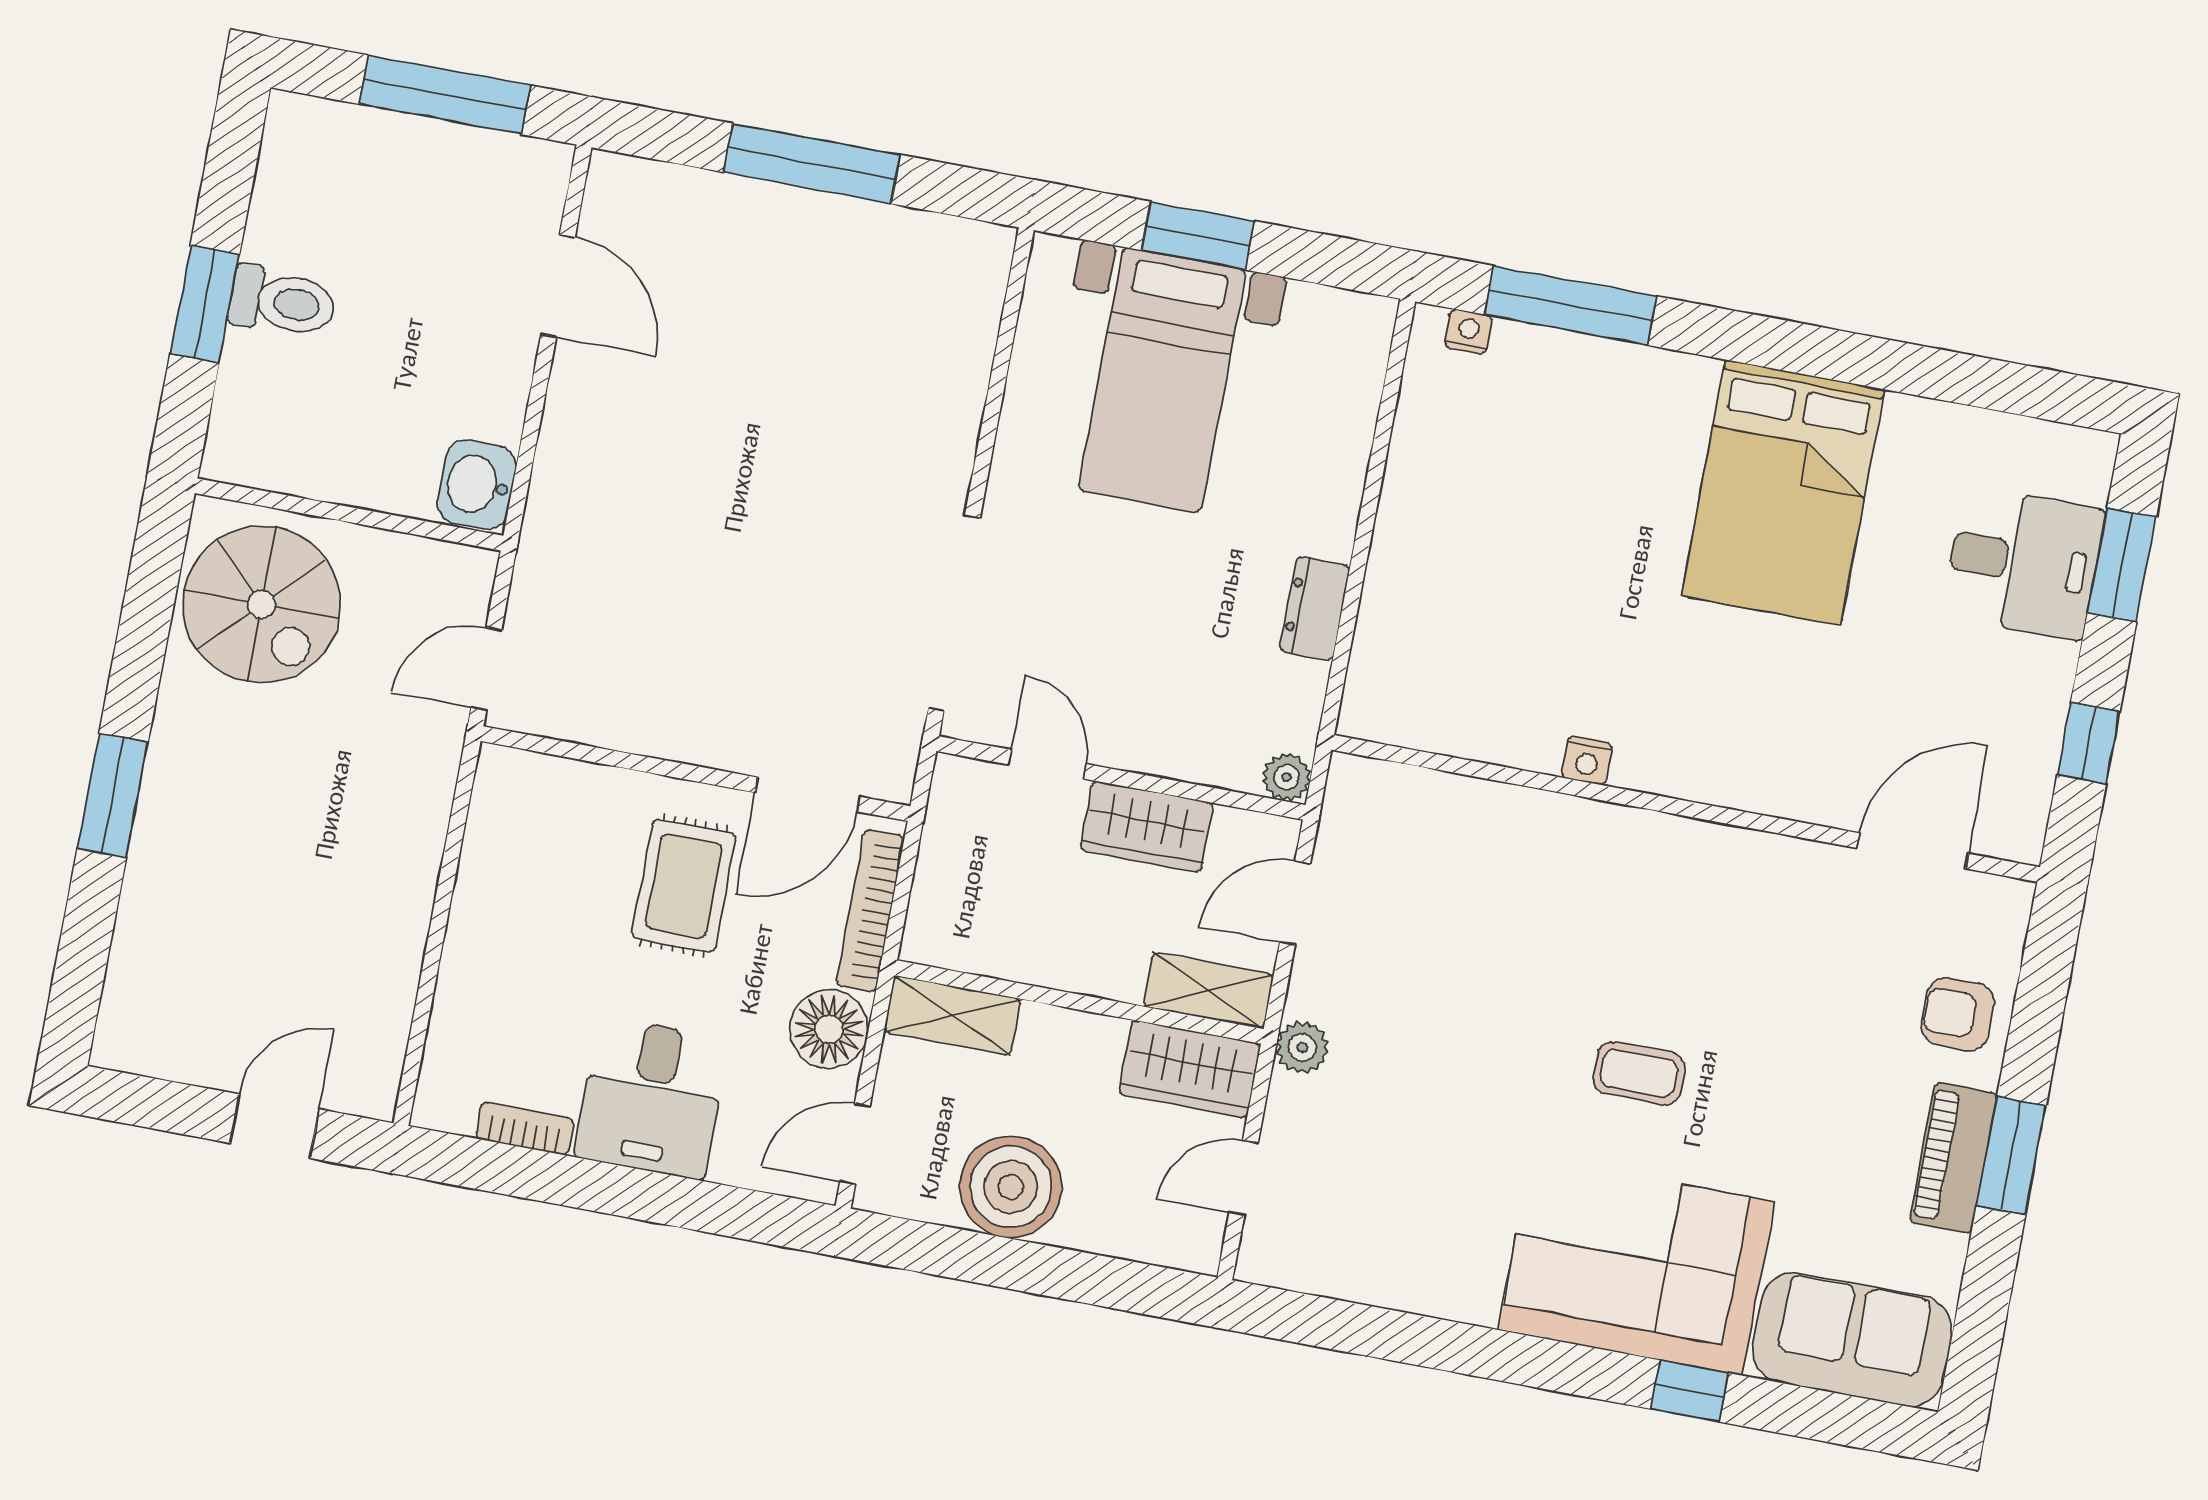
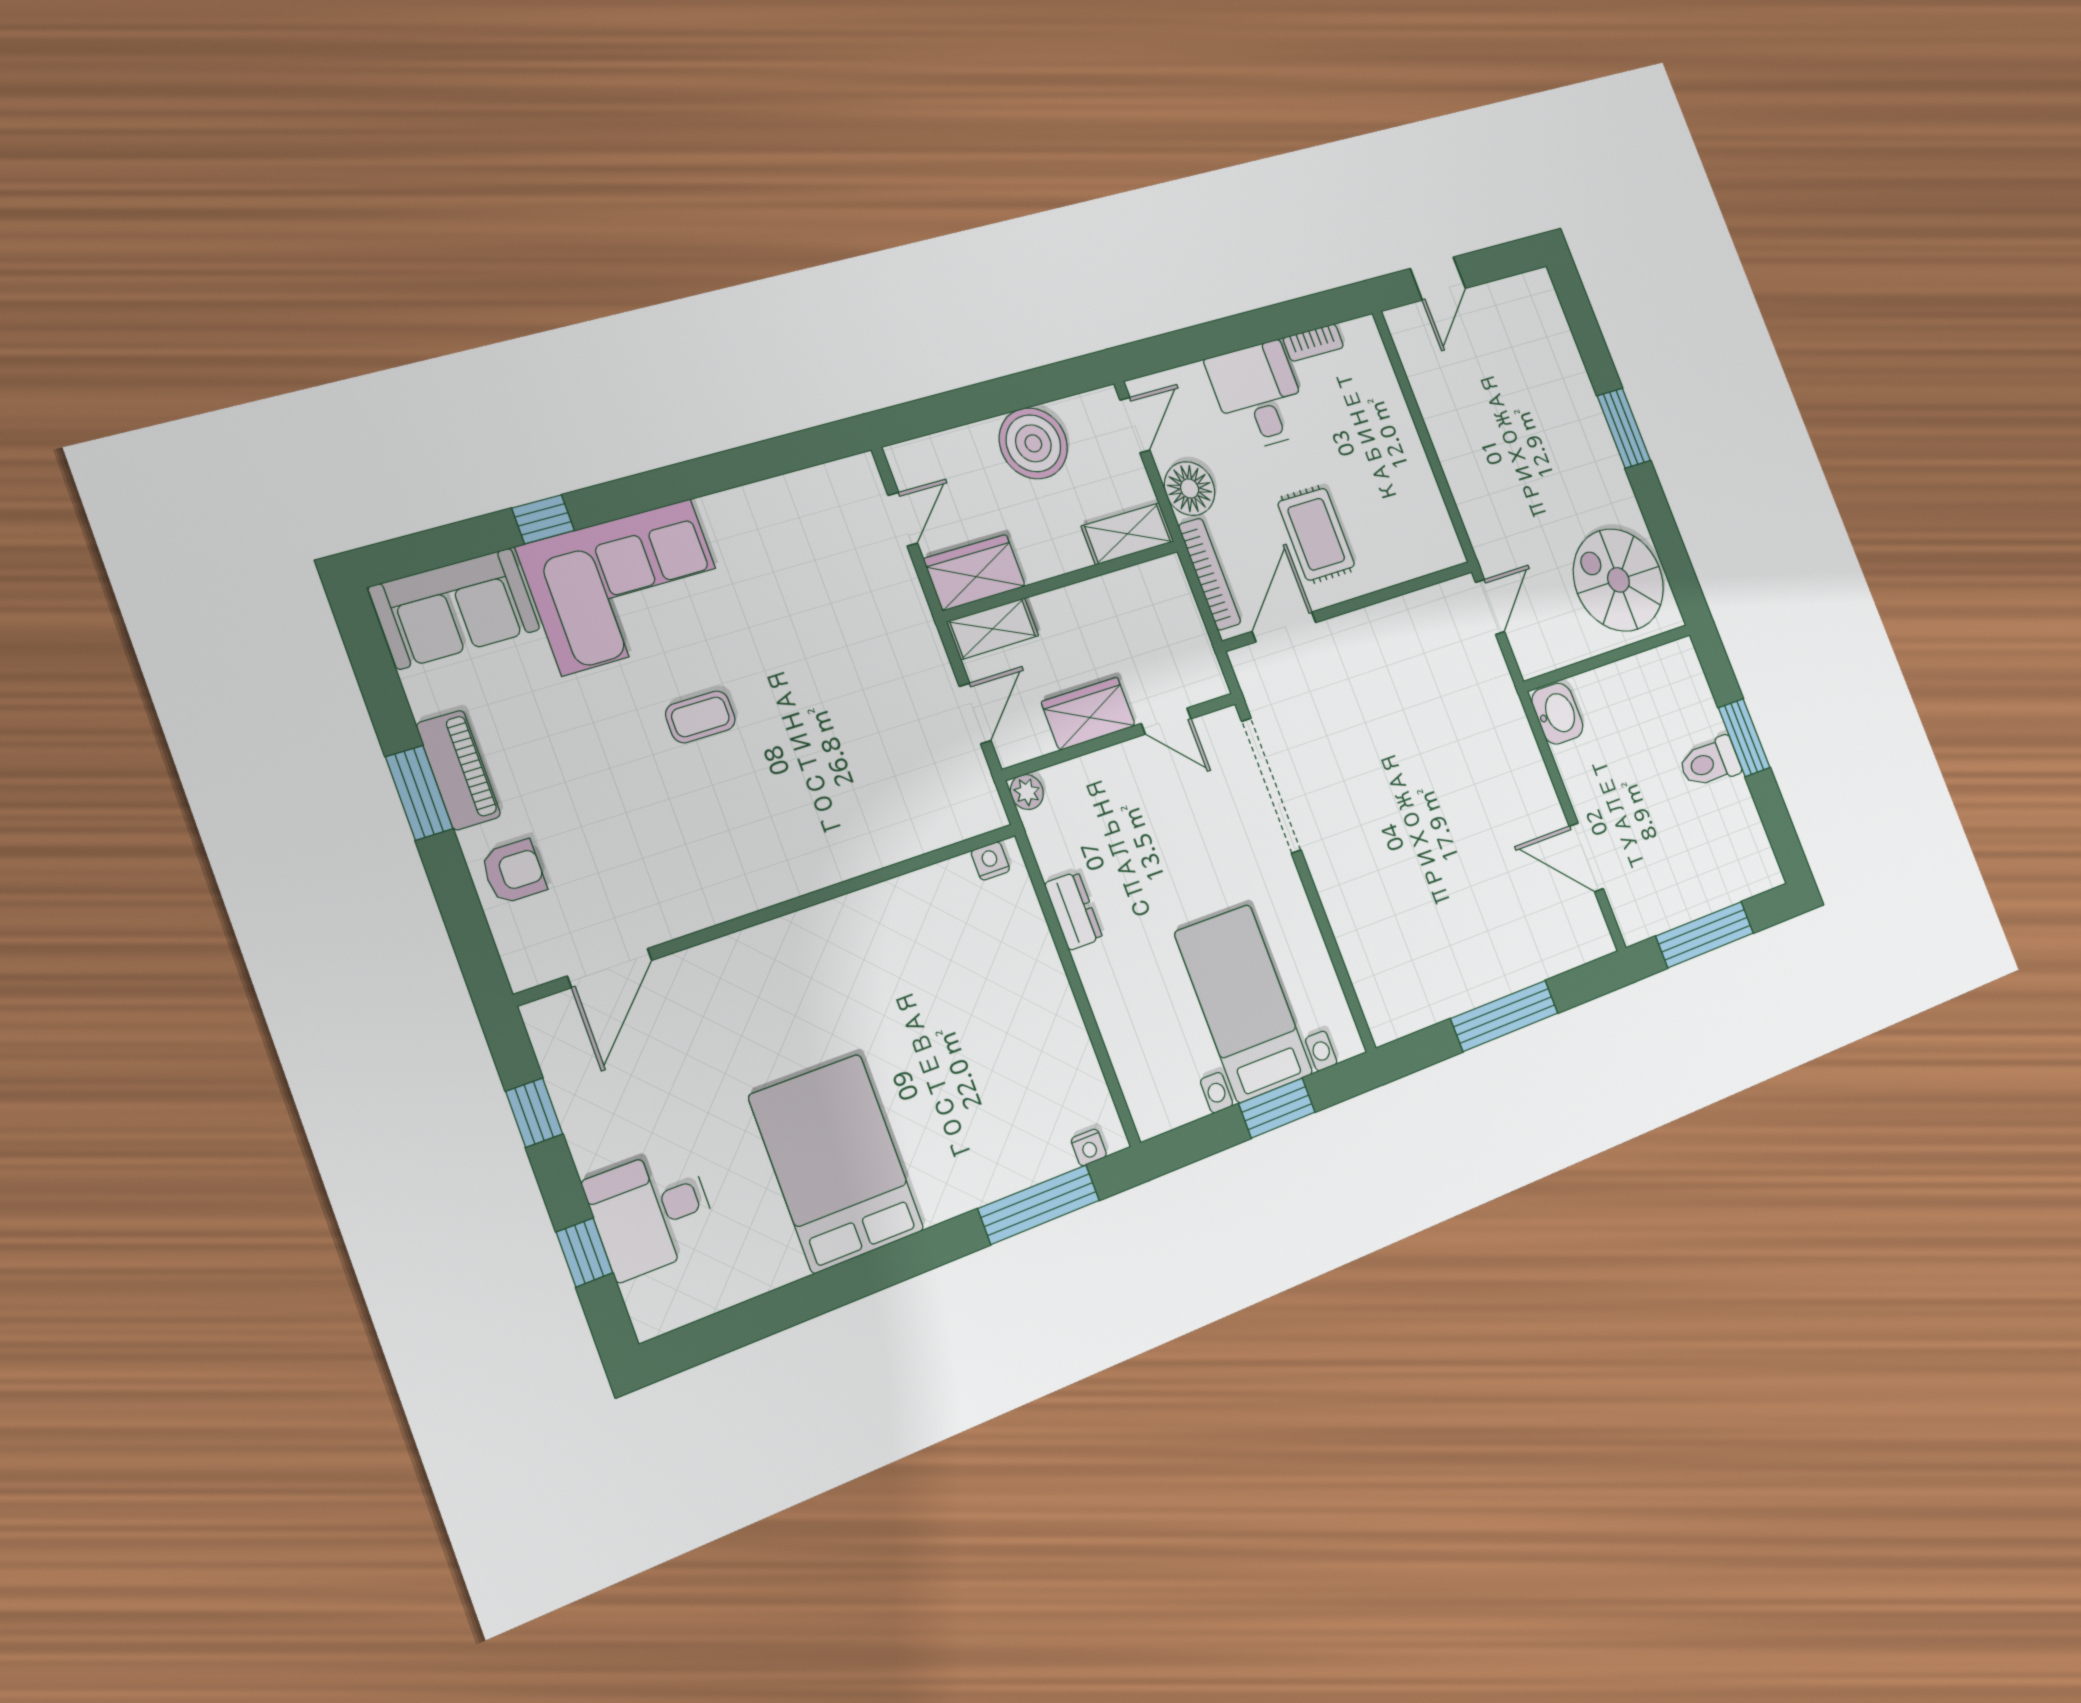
window: (2122, 565) -> (584, 1253), width x0.67
nightstand: (1587, 761) -> (990, 861), moved
plant: (1302, 1047) -> (917, 622), removed

